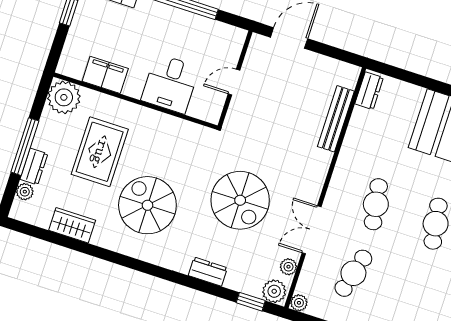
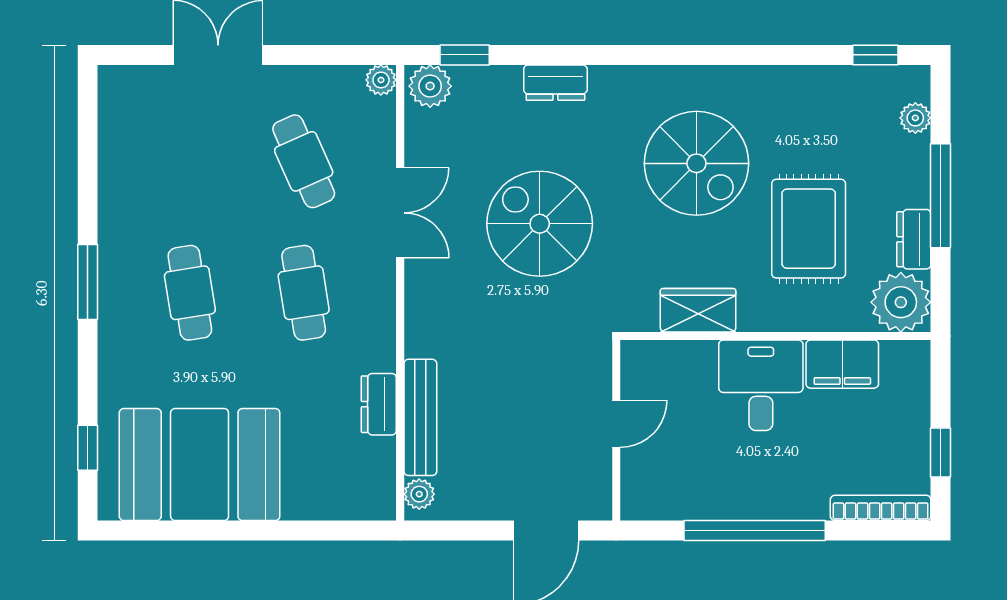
desk: (170, 84) -> (761, 385), moved
dresser: (369, 91) -> (379, 404), moved
dresser: (34, 166) -> (914, 239), moved
wardrobe: (72, 225) -> (698, 310), moved, turned 180
window: (35, 232) -> (875, 55), added
plant: (288, 267) -> (419, 494), moved
cafe table: (353, 273) -> (304, 161), turned -39

